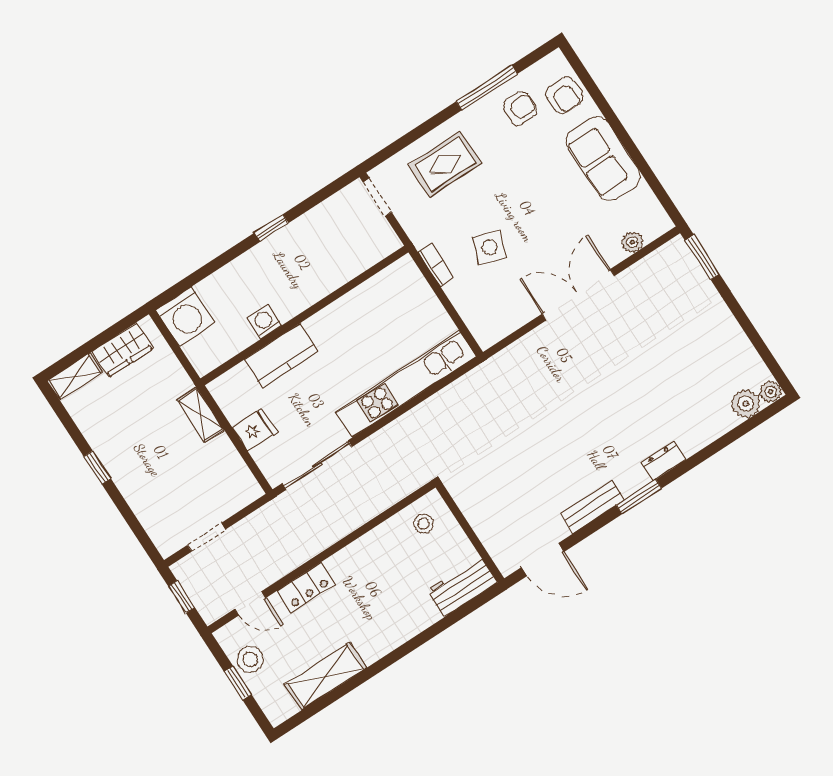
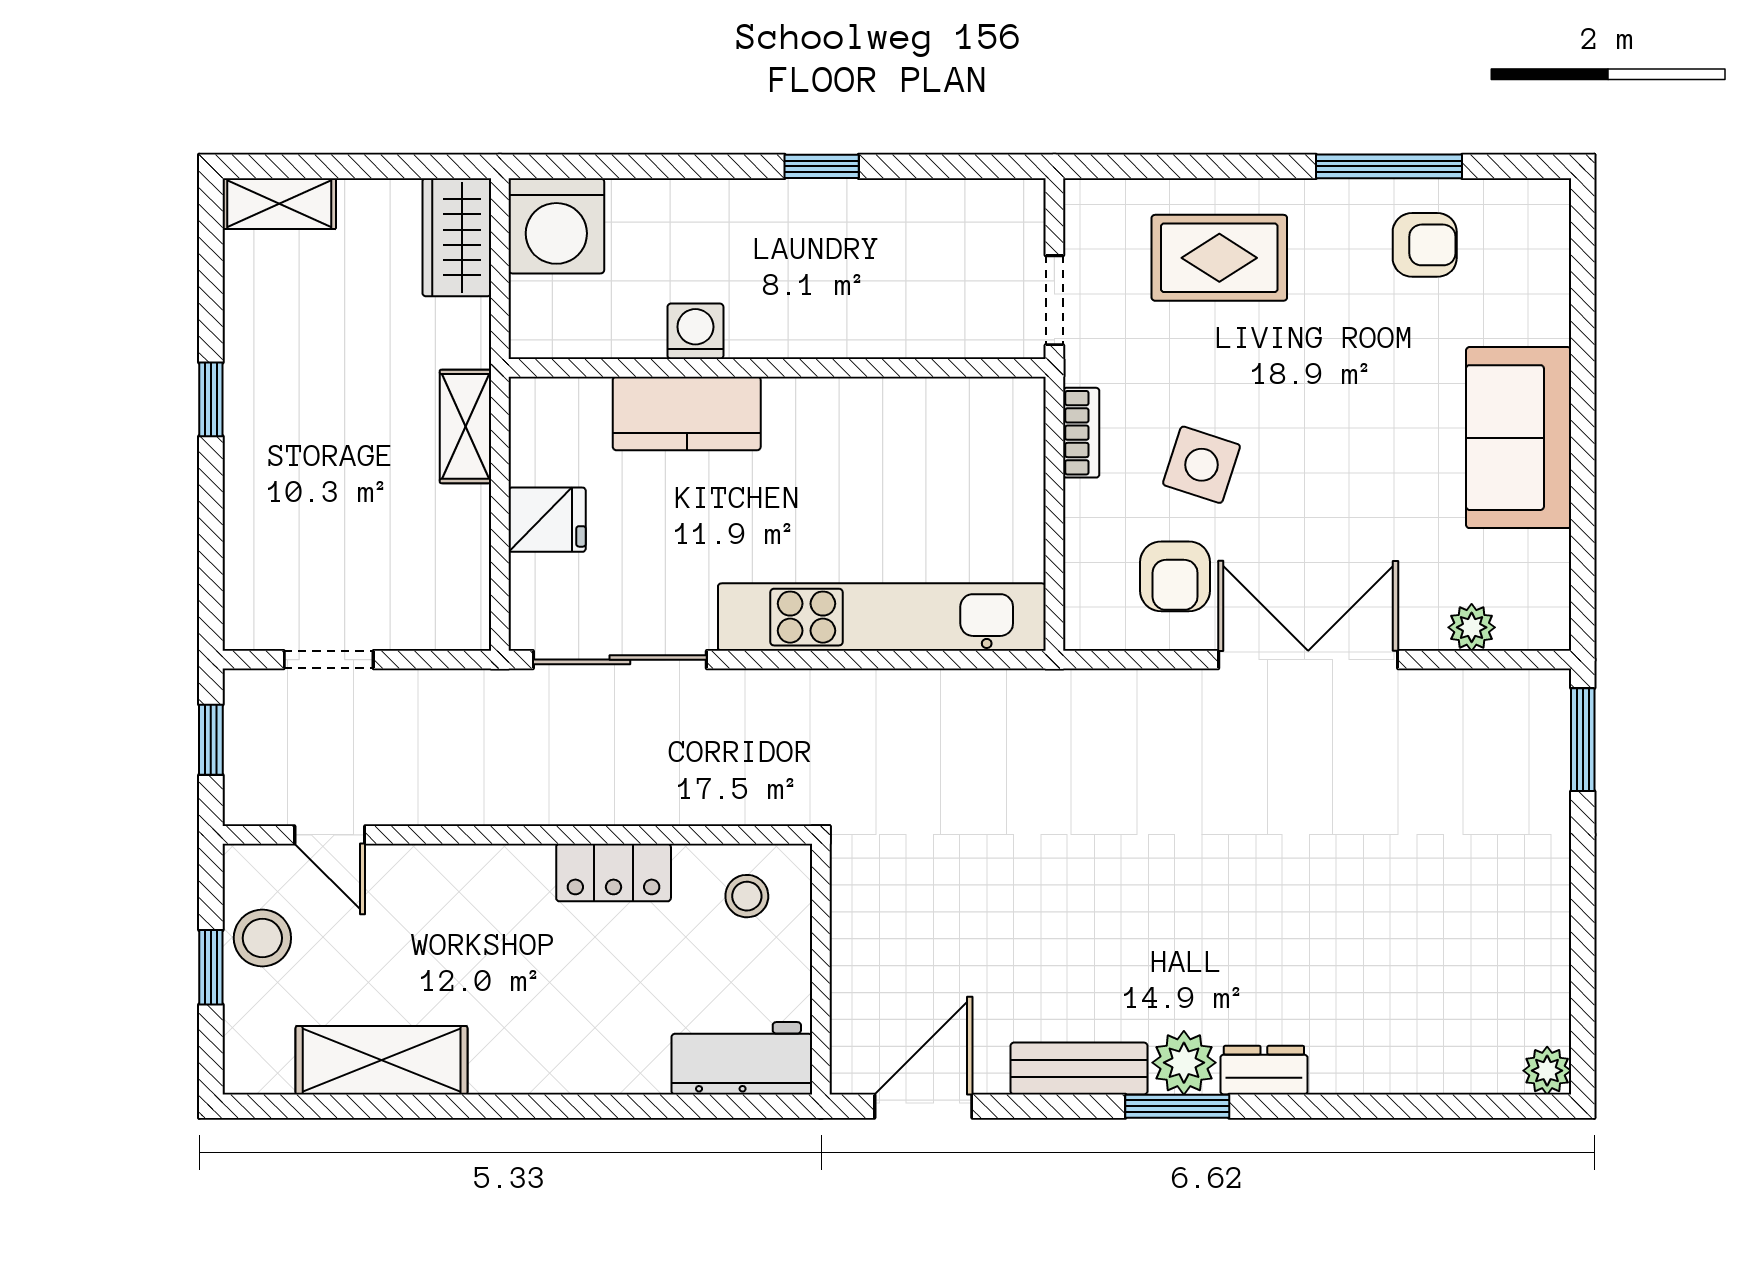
armchair: (565, 95) -> (1175, 576), moved
doorway: (377, 197) -> (1054, 300), moved
wardrobe: (123, 350) -> (457, 237), moved, turned 90
plant: (746, 404) -> (1184, 1063), moved
door: (543, 560) -> (923, 1106), swing flipped
locker: (306, 588) -> (614, 873), moved

